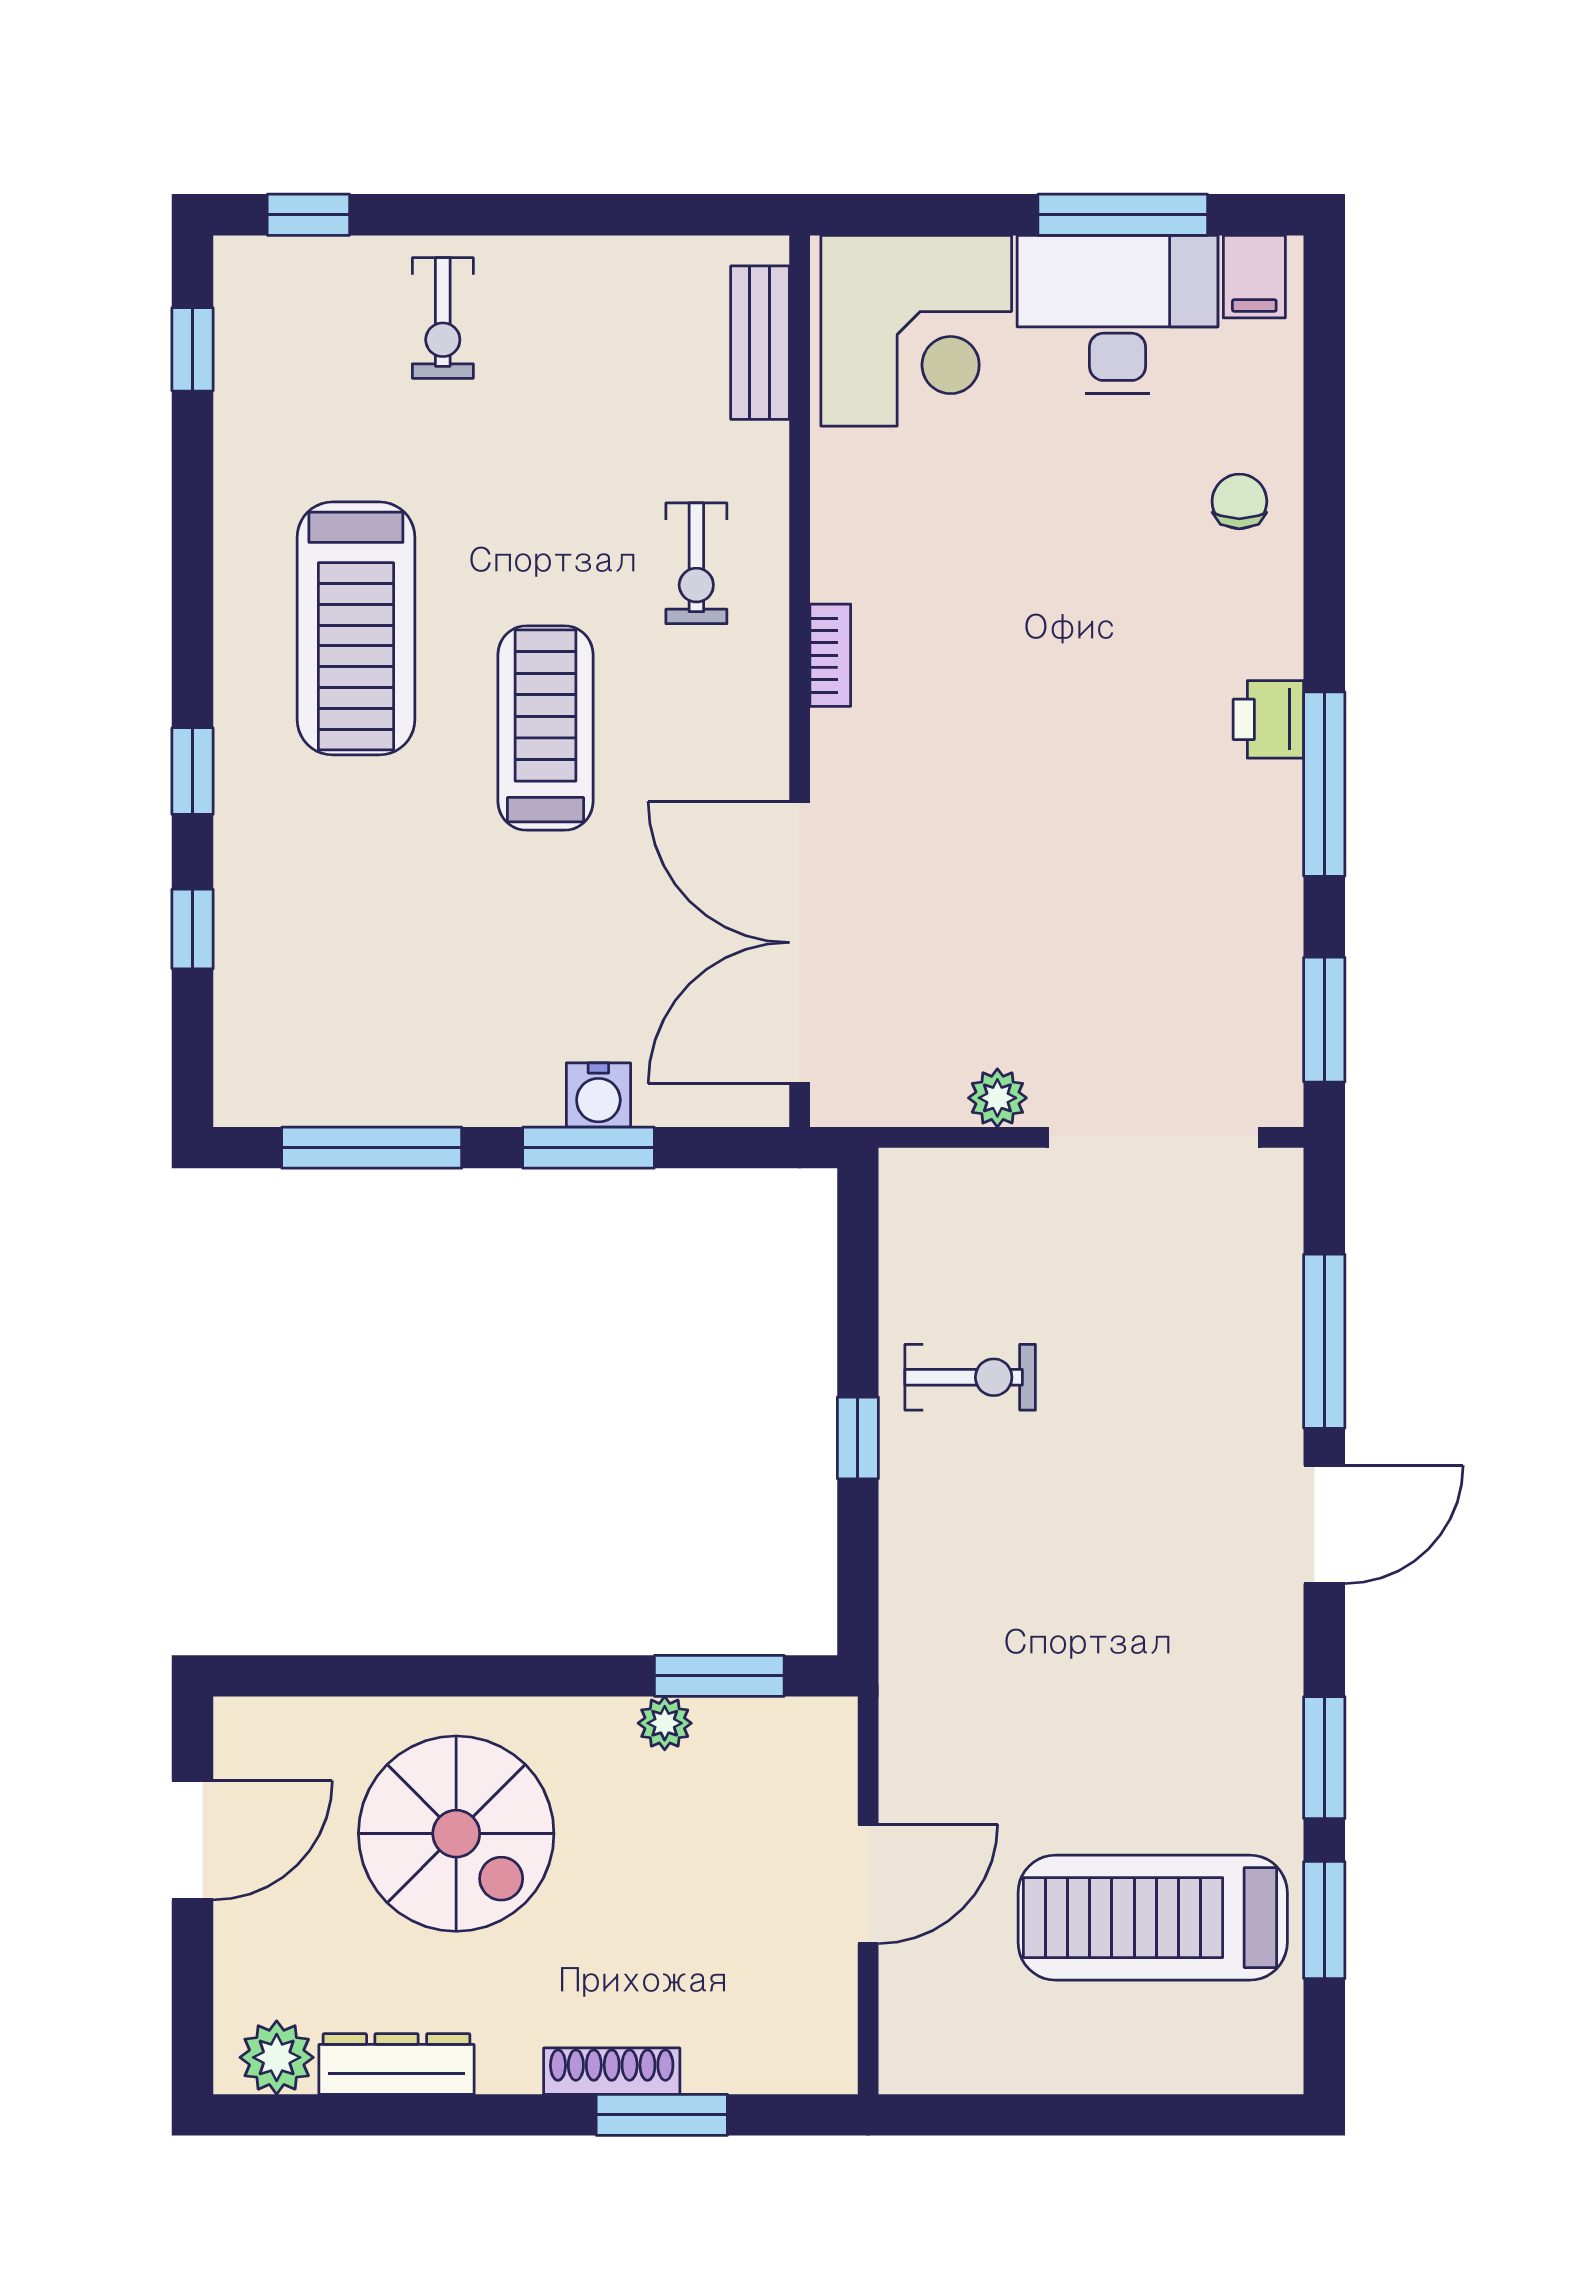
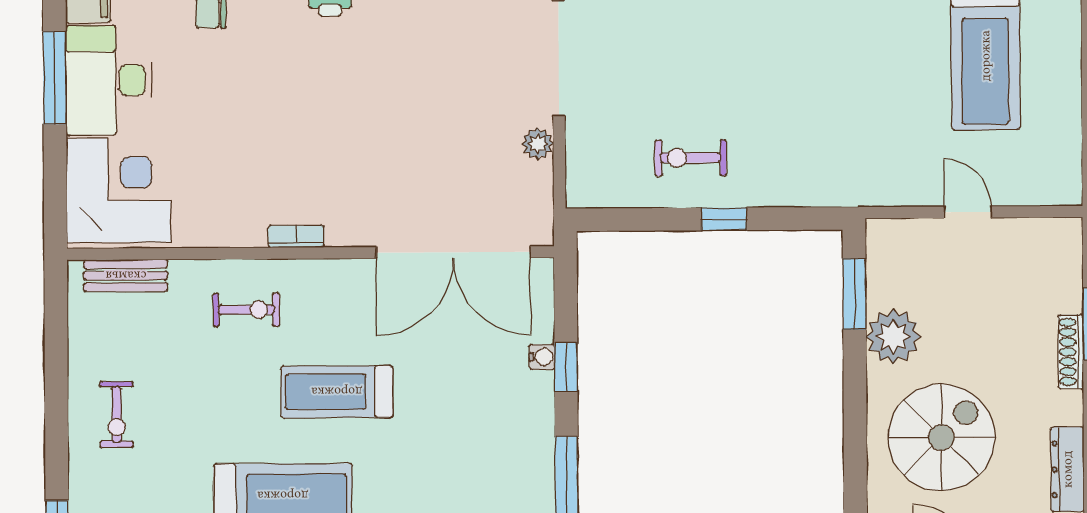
exercise bike: (443, 318) -> (117, 415), moved, turned 90
water cooler: (598, 1095) -> (542, 357), width x0.72, depth x0.72
window: (589, 1148) -> (566, 367), width x0.67
exercise bike: (970, 1377) -> (690, 158), turned -90
plant: (665, 1723) -> (893, 337), width x1.88, depth x1.88
door: (868, 1884) -> (968, 212), width x0.73

